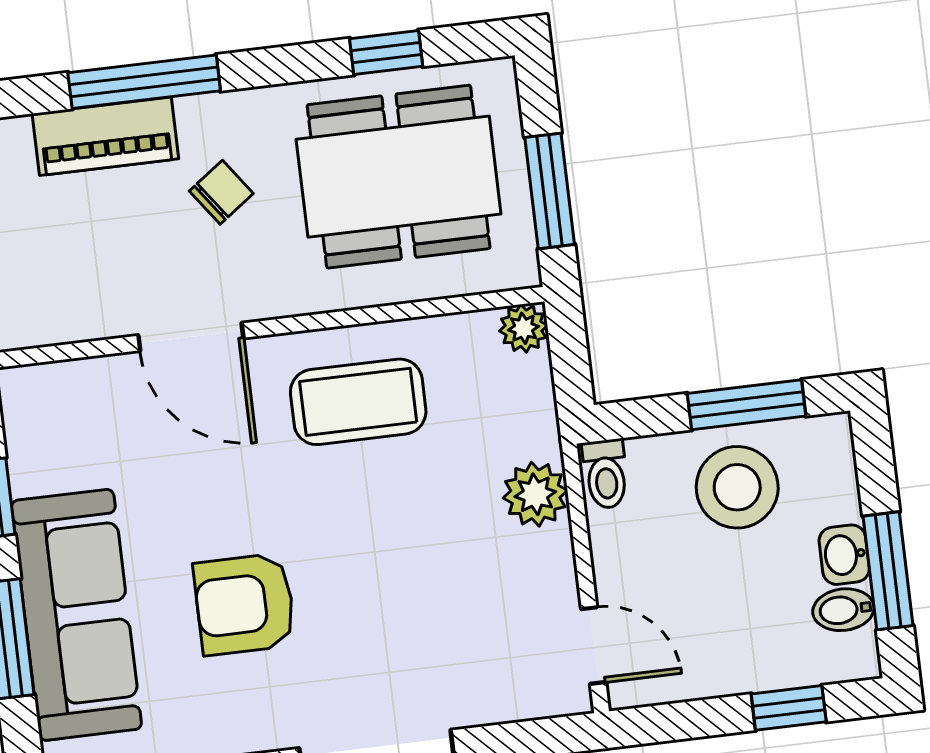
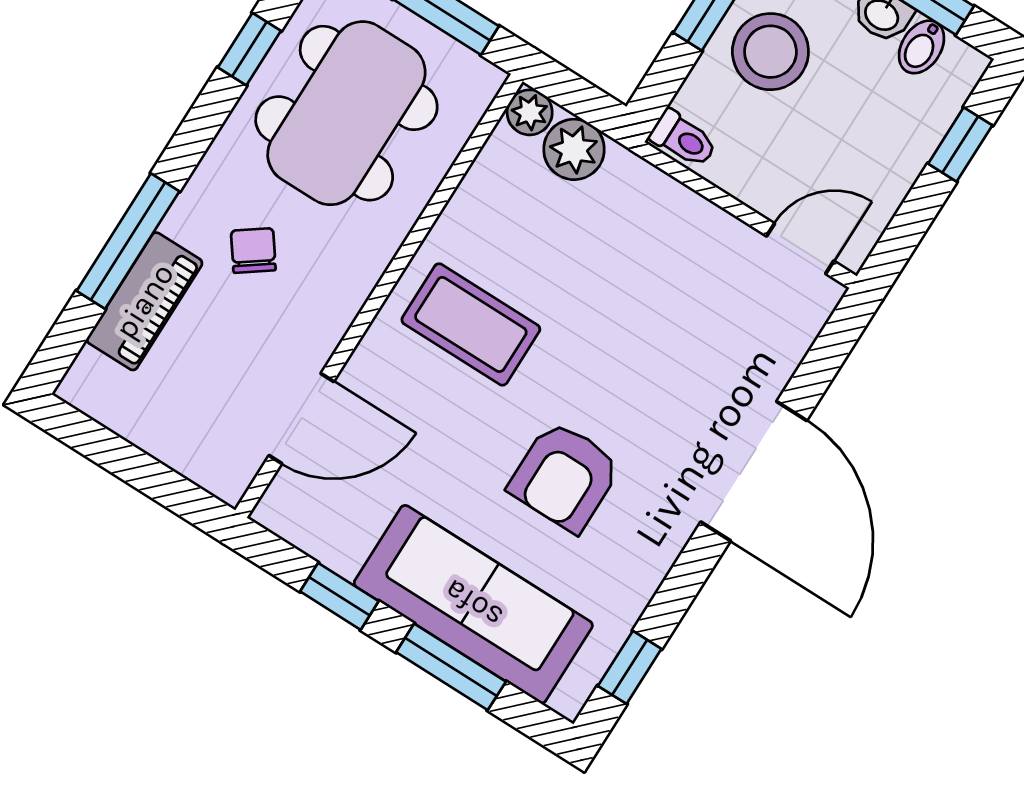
door: (191, 337) -> (301, 419), moved
coffee table: (358, 402) -> (471, 324), moved, turned 90
plant: (535, 494) -> (574, 149), moved

